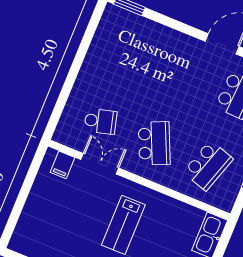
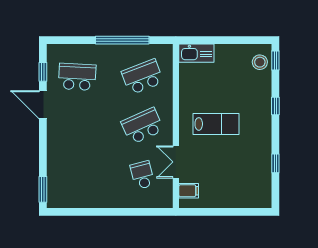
school desk: (208, 165) -> (142, 77), turned -39

